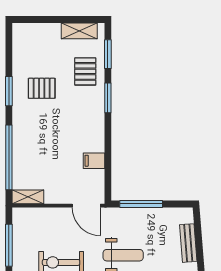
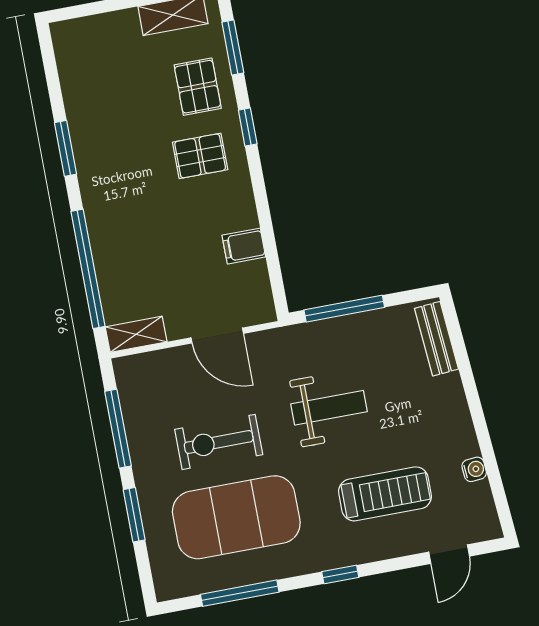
pallet: (42, 88) -> (200, 156), moved
window: (108, 98) -> (248, 127), width x0.67
door: (86, 206) -> (217, 336), moved
bench: (188, 243) -> (436, 339), moved

